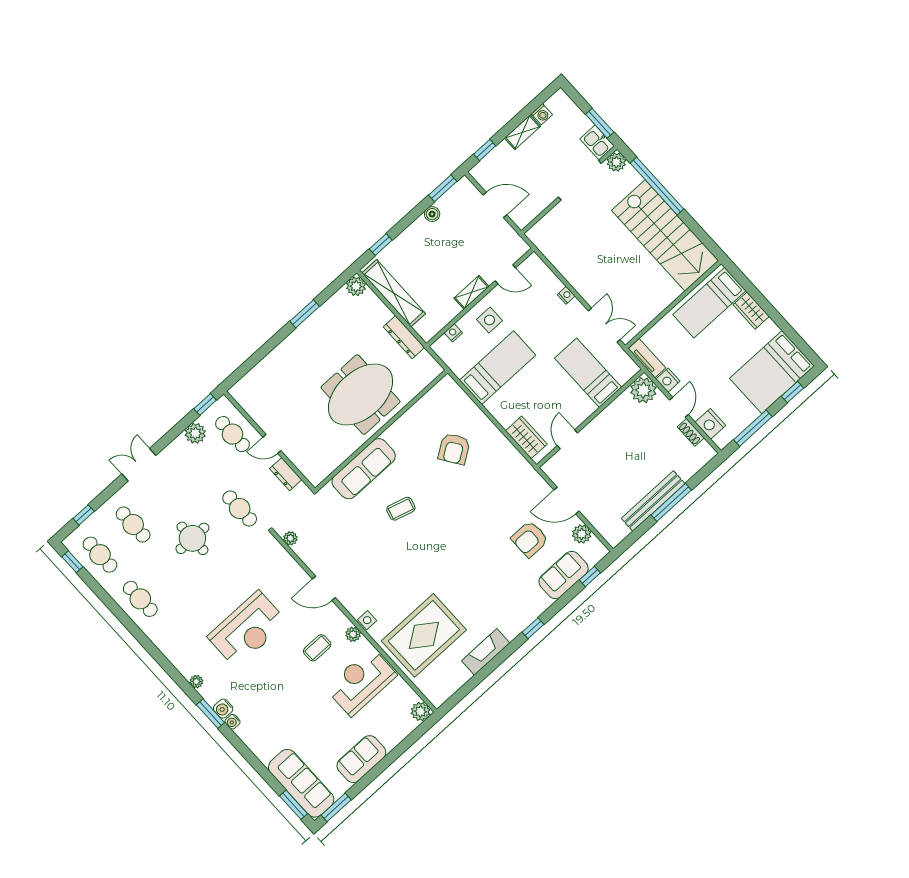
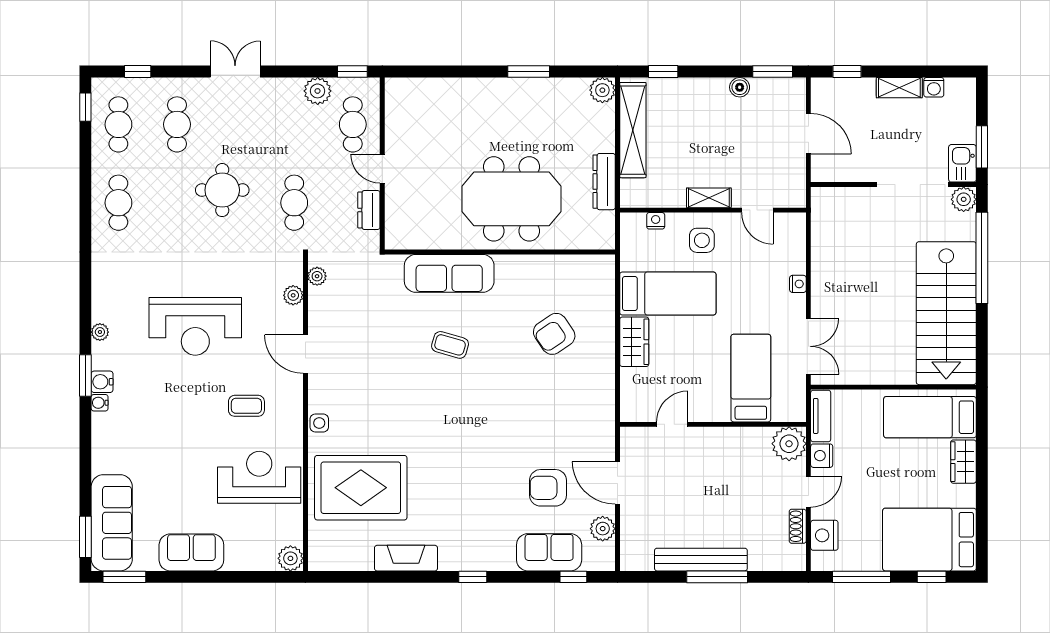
wardrobe: (526, 437) -> (634, 342), moved
plant: (353, 634) -> (293, 295), moved

